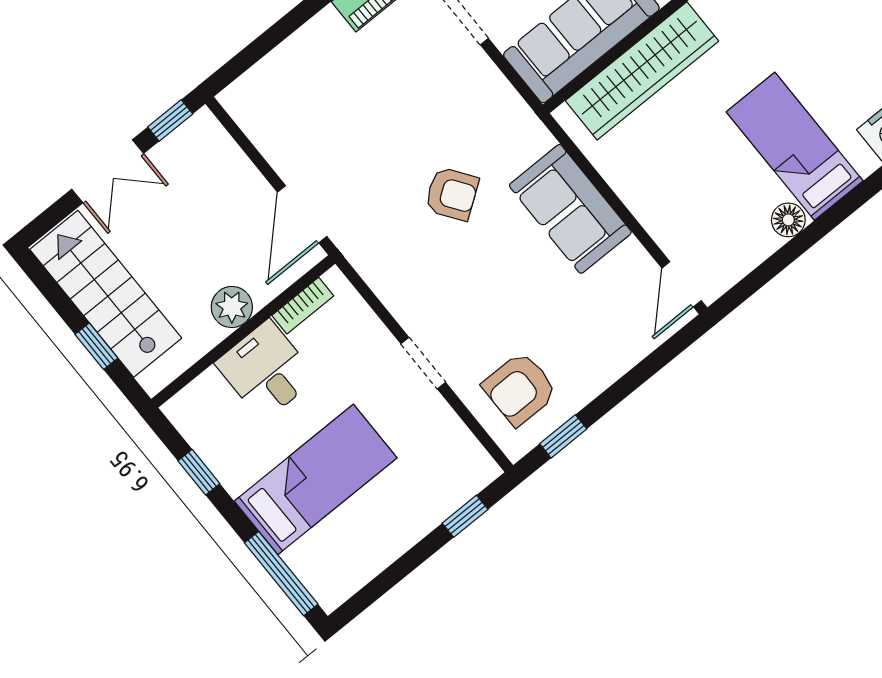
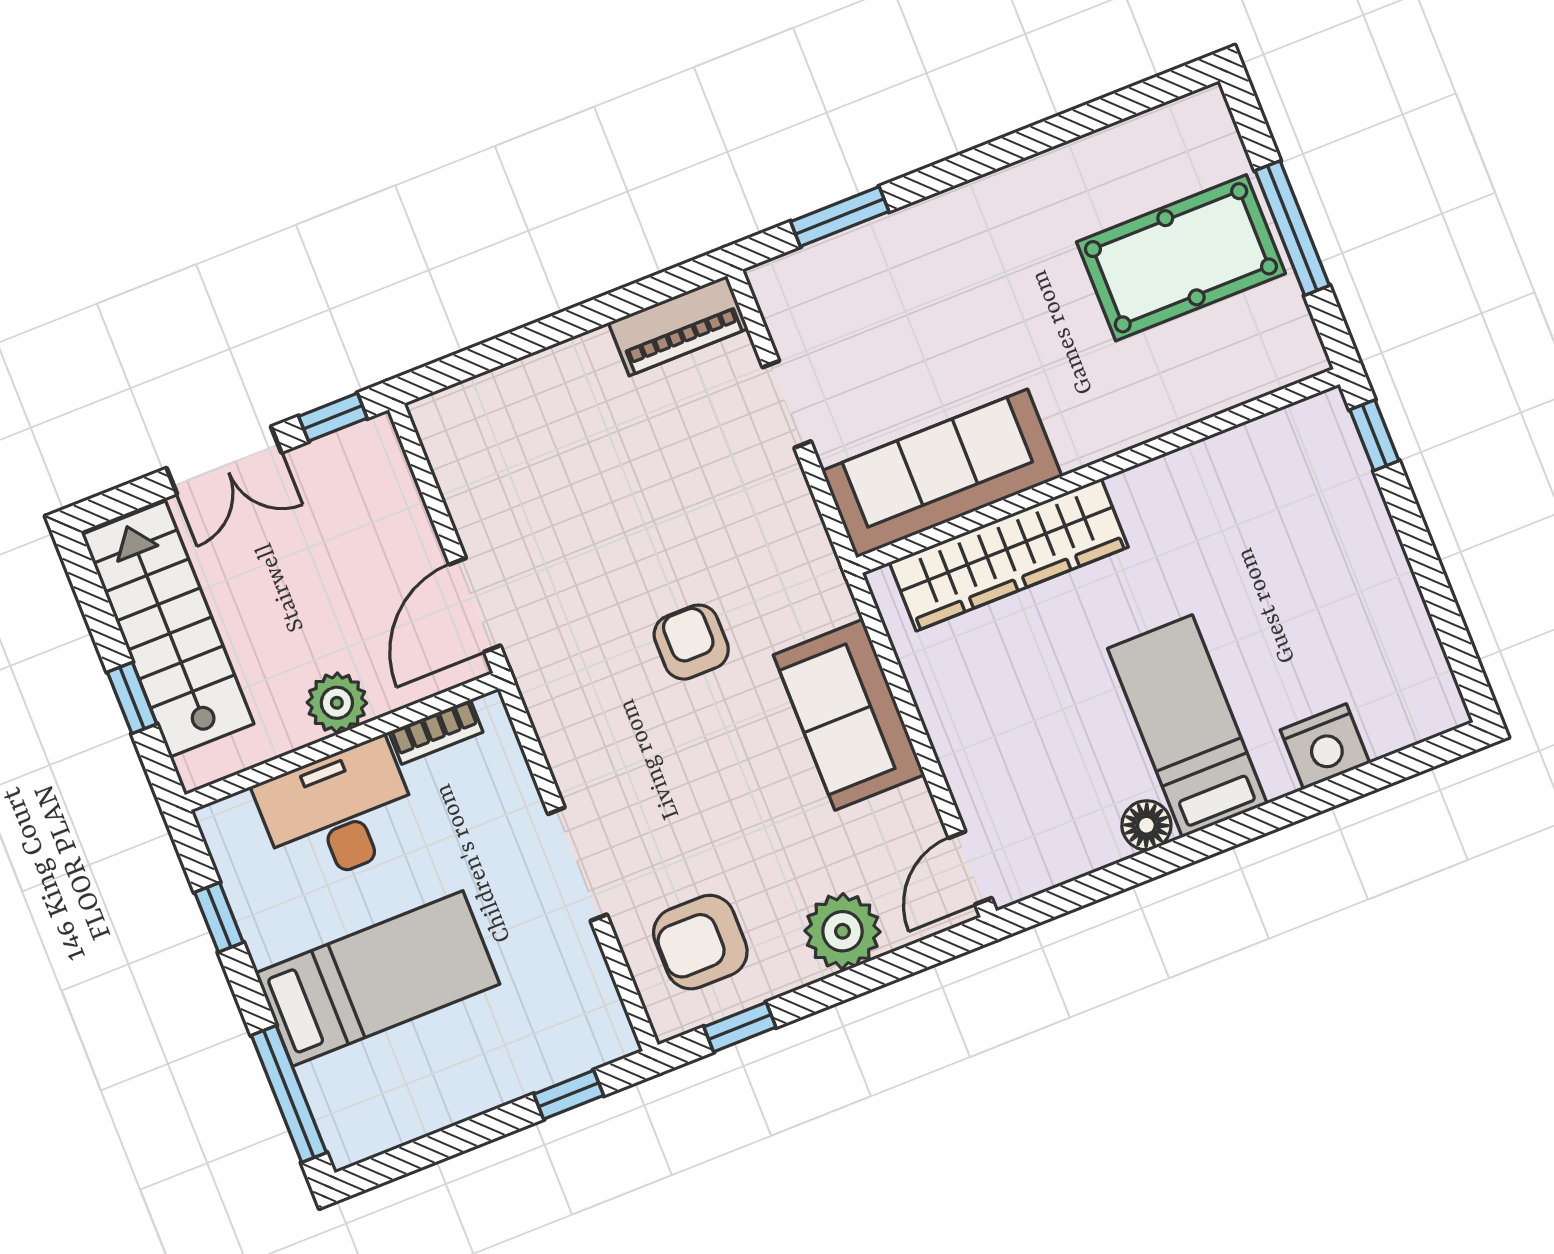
armchair: (452, 194) -> (691, 642), turned -145
plant: (611, 352) -> (843, 931), added
doorway: (423, 363) -> (578, 864), width x1.38
desk: (266, 370) -> (338, 813), width x1.37

